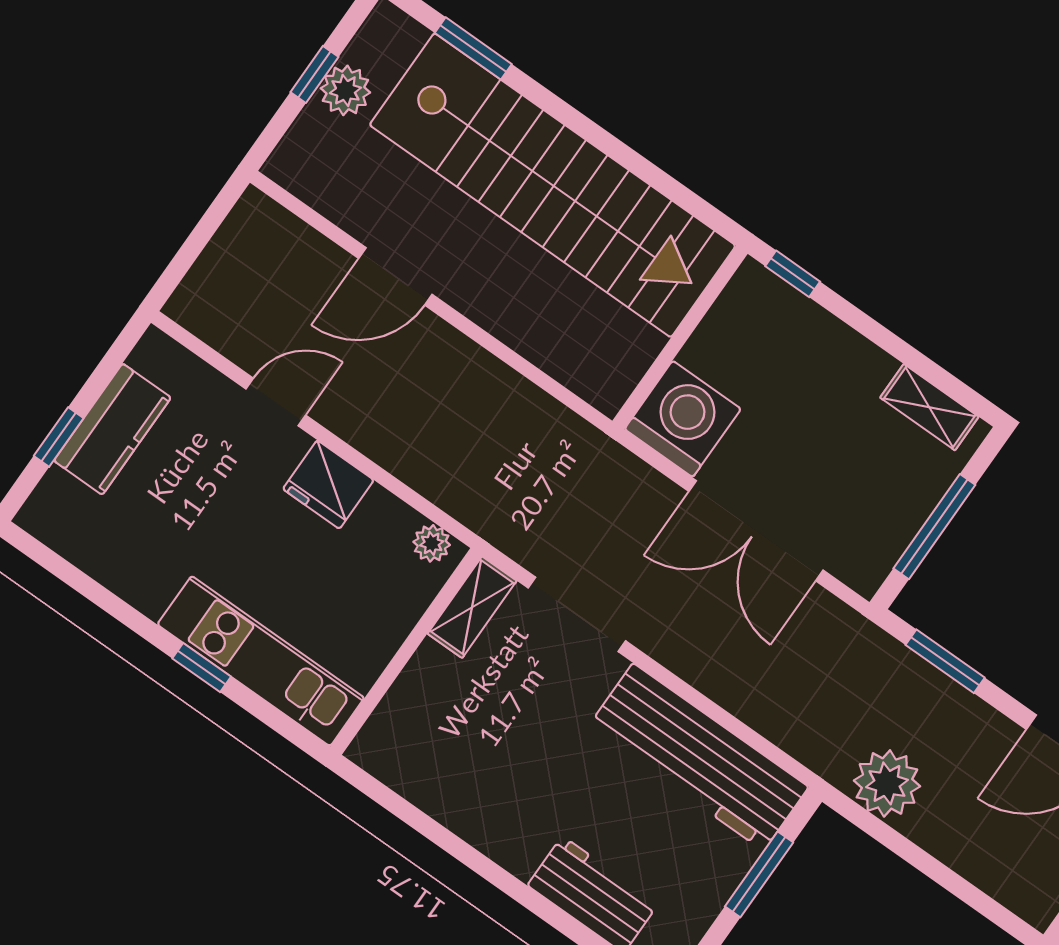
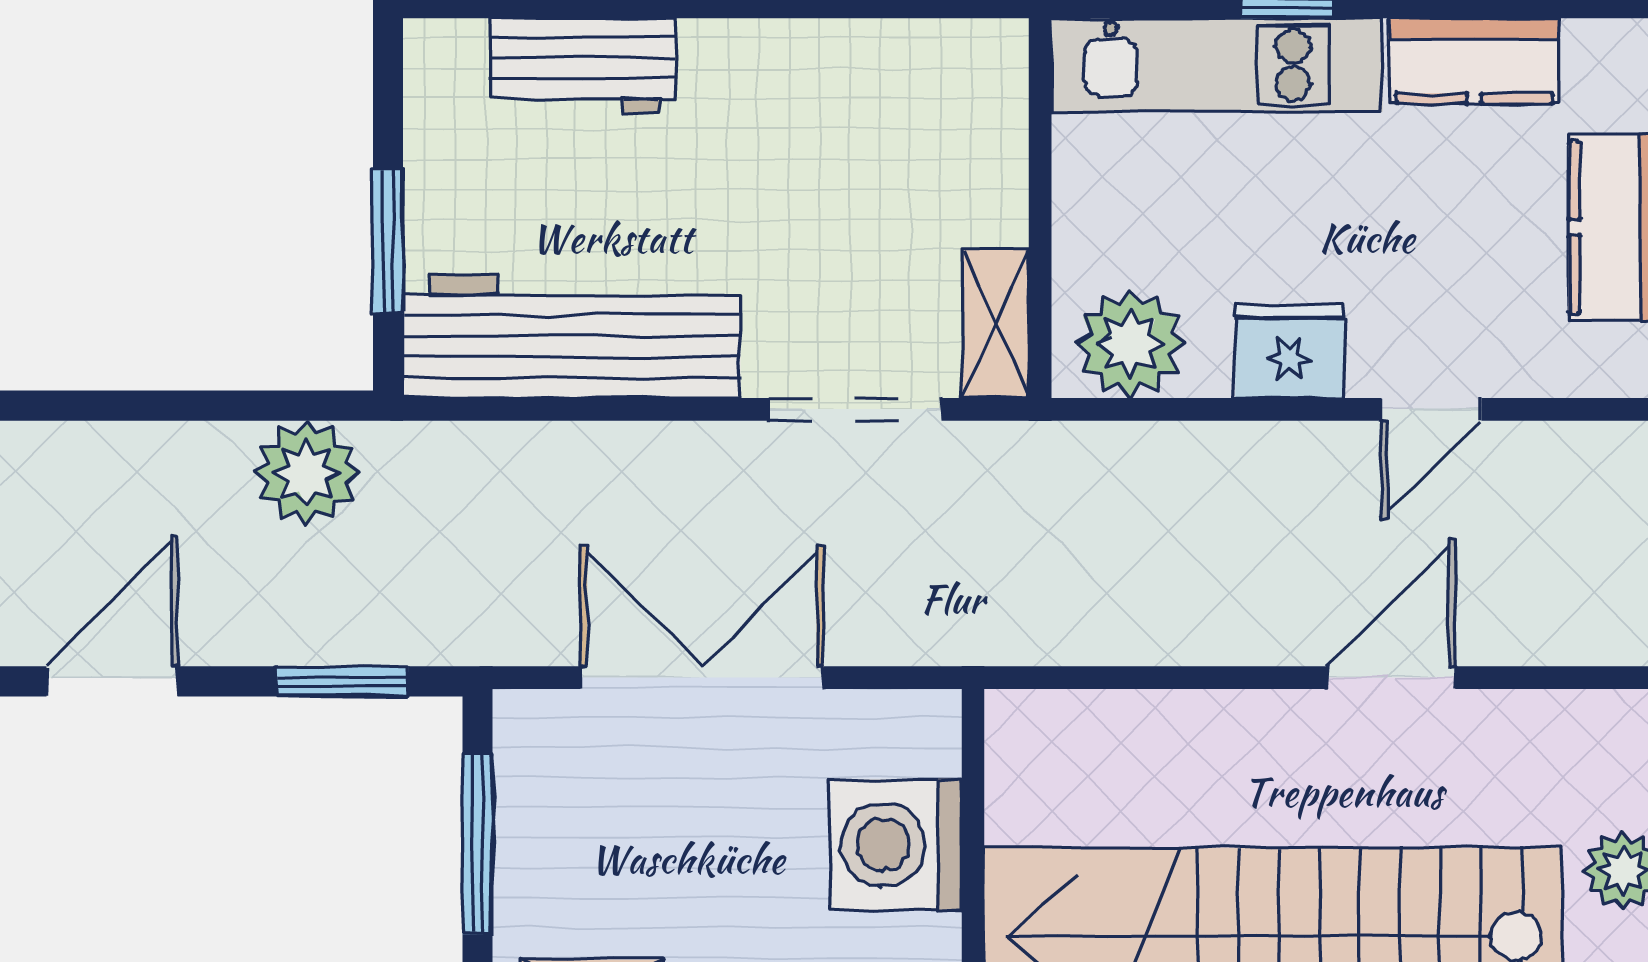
washing machine: (683, 419) -> (896, 845), moved, turned 90
plant: (432, 543) -> (1130, 344), width x1.87, depth x1.87
kitchen counter: (125, 568) -> (1474, 61), added

